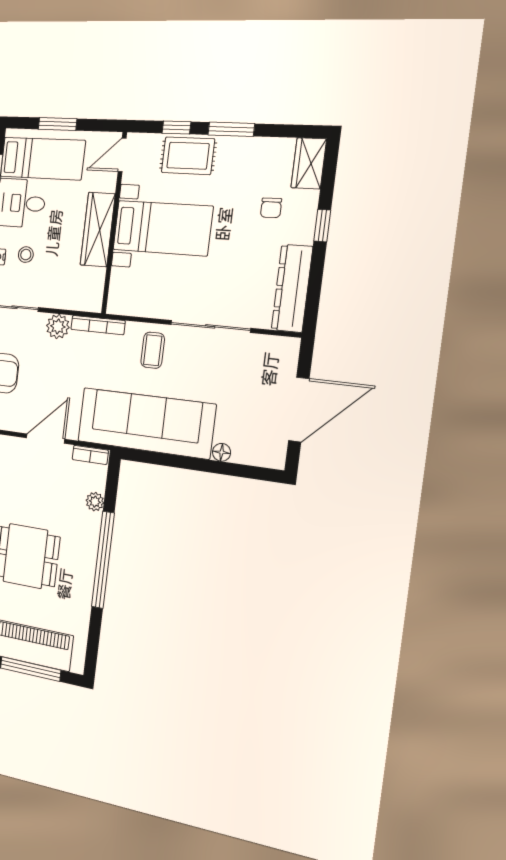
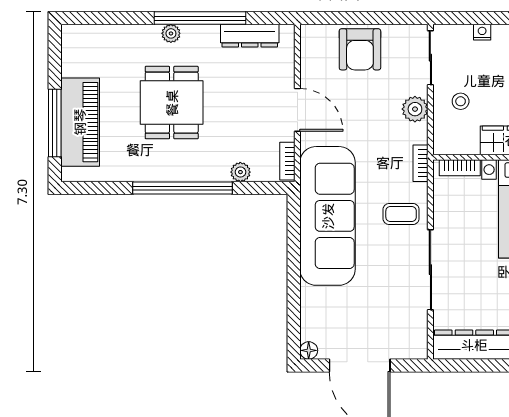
stool: (26, 255) -> (461, 101), moved
bookcase: (116, 288) -> (460, 168), added
bookcase: (98, 325) -> (421, 163), width x0.64
floor lamp: (222, 452) -> (309, 350), moved

